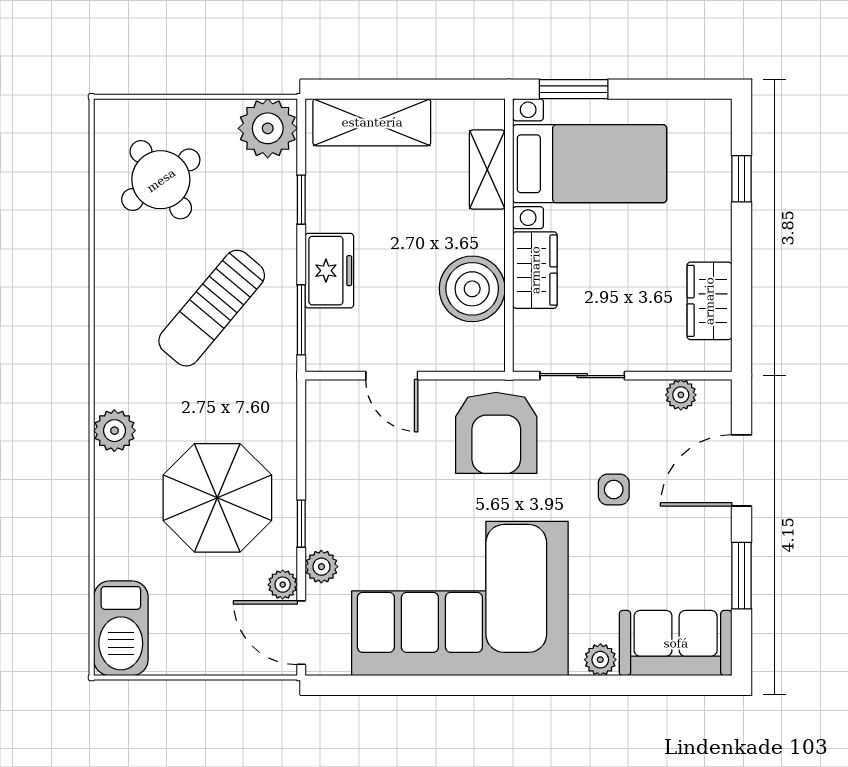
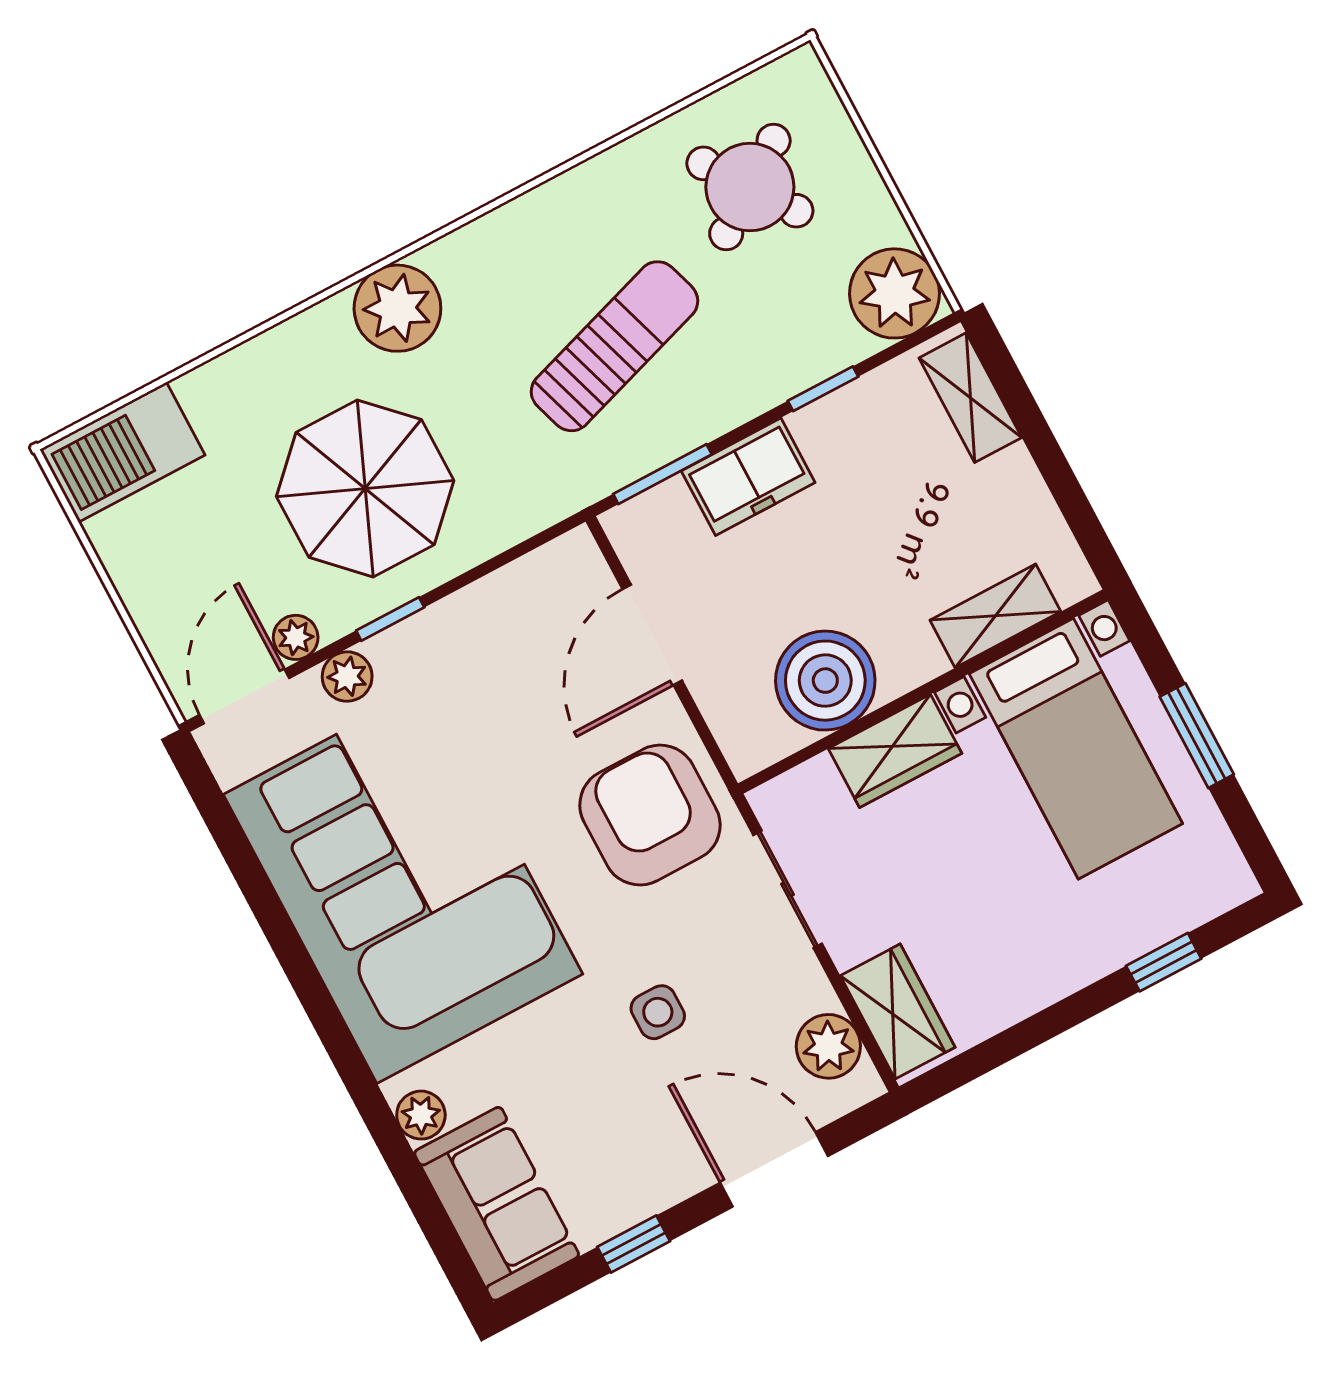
window: (574, 89) -> (1197, 736), moved
shelving: (372, 122) -> (970, 398), width x0.67, depth x0.75
wardrobe: (709, 301) -> (898, 1011), moved, turned 90
sun lounger: (212, 308) -> (614, 346), turned 122
door: (392, 376) -> (652, 635), width x1.38
plant: (681, 395) -> (828, 1046), width x1.38, depth x1.38
plant: (114, 431) -> (397, 308), width x1.36, depth x1.36
armchair: (496, 433) -> (650, 815), turned 90
window: (742, 576) -> (634, 1244), width x0.67

